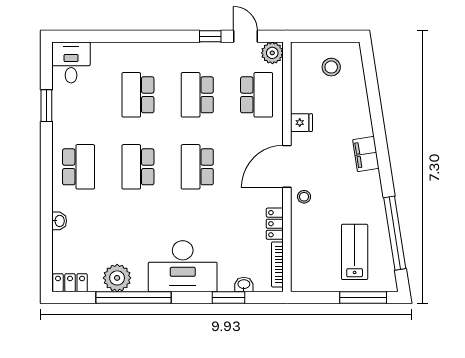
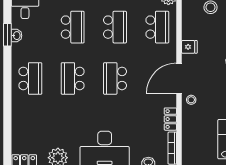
school desk: (138, 95) -> (73, 27), turned 180
school desk: (197, 95) -> (115, 27), turned 180
washbasin: (59, 221) -> (17, 36), moved

